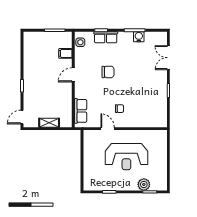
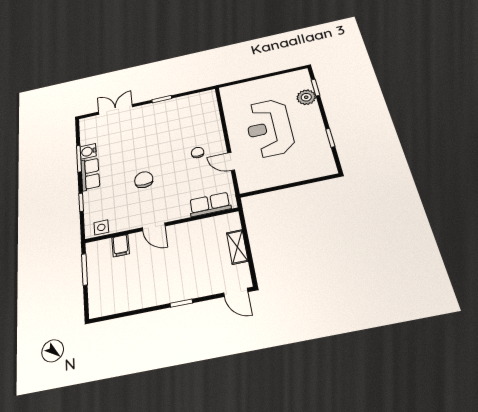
row of seats: (106, 37) -> (90, 174), moved
double door: (168, 58) -> (115, 109), swing flipped
door: (108, 129) -> (231, 161), hinge flipped
reception desk: (126, 157) -> (269, 128), turned 180

